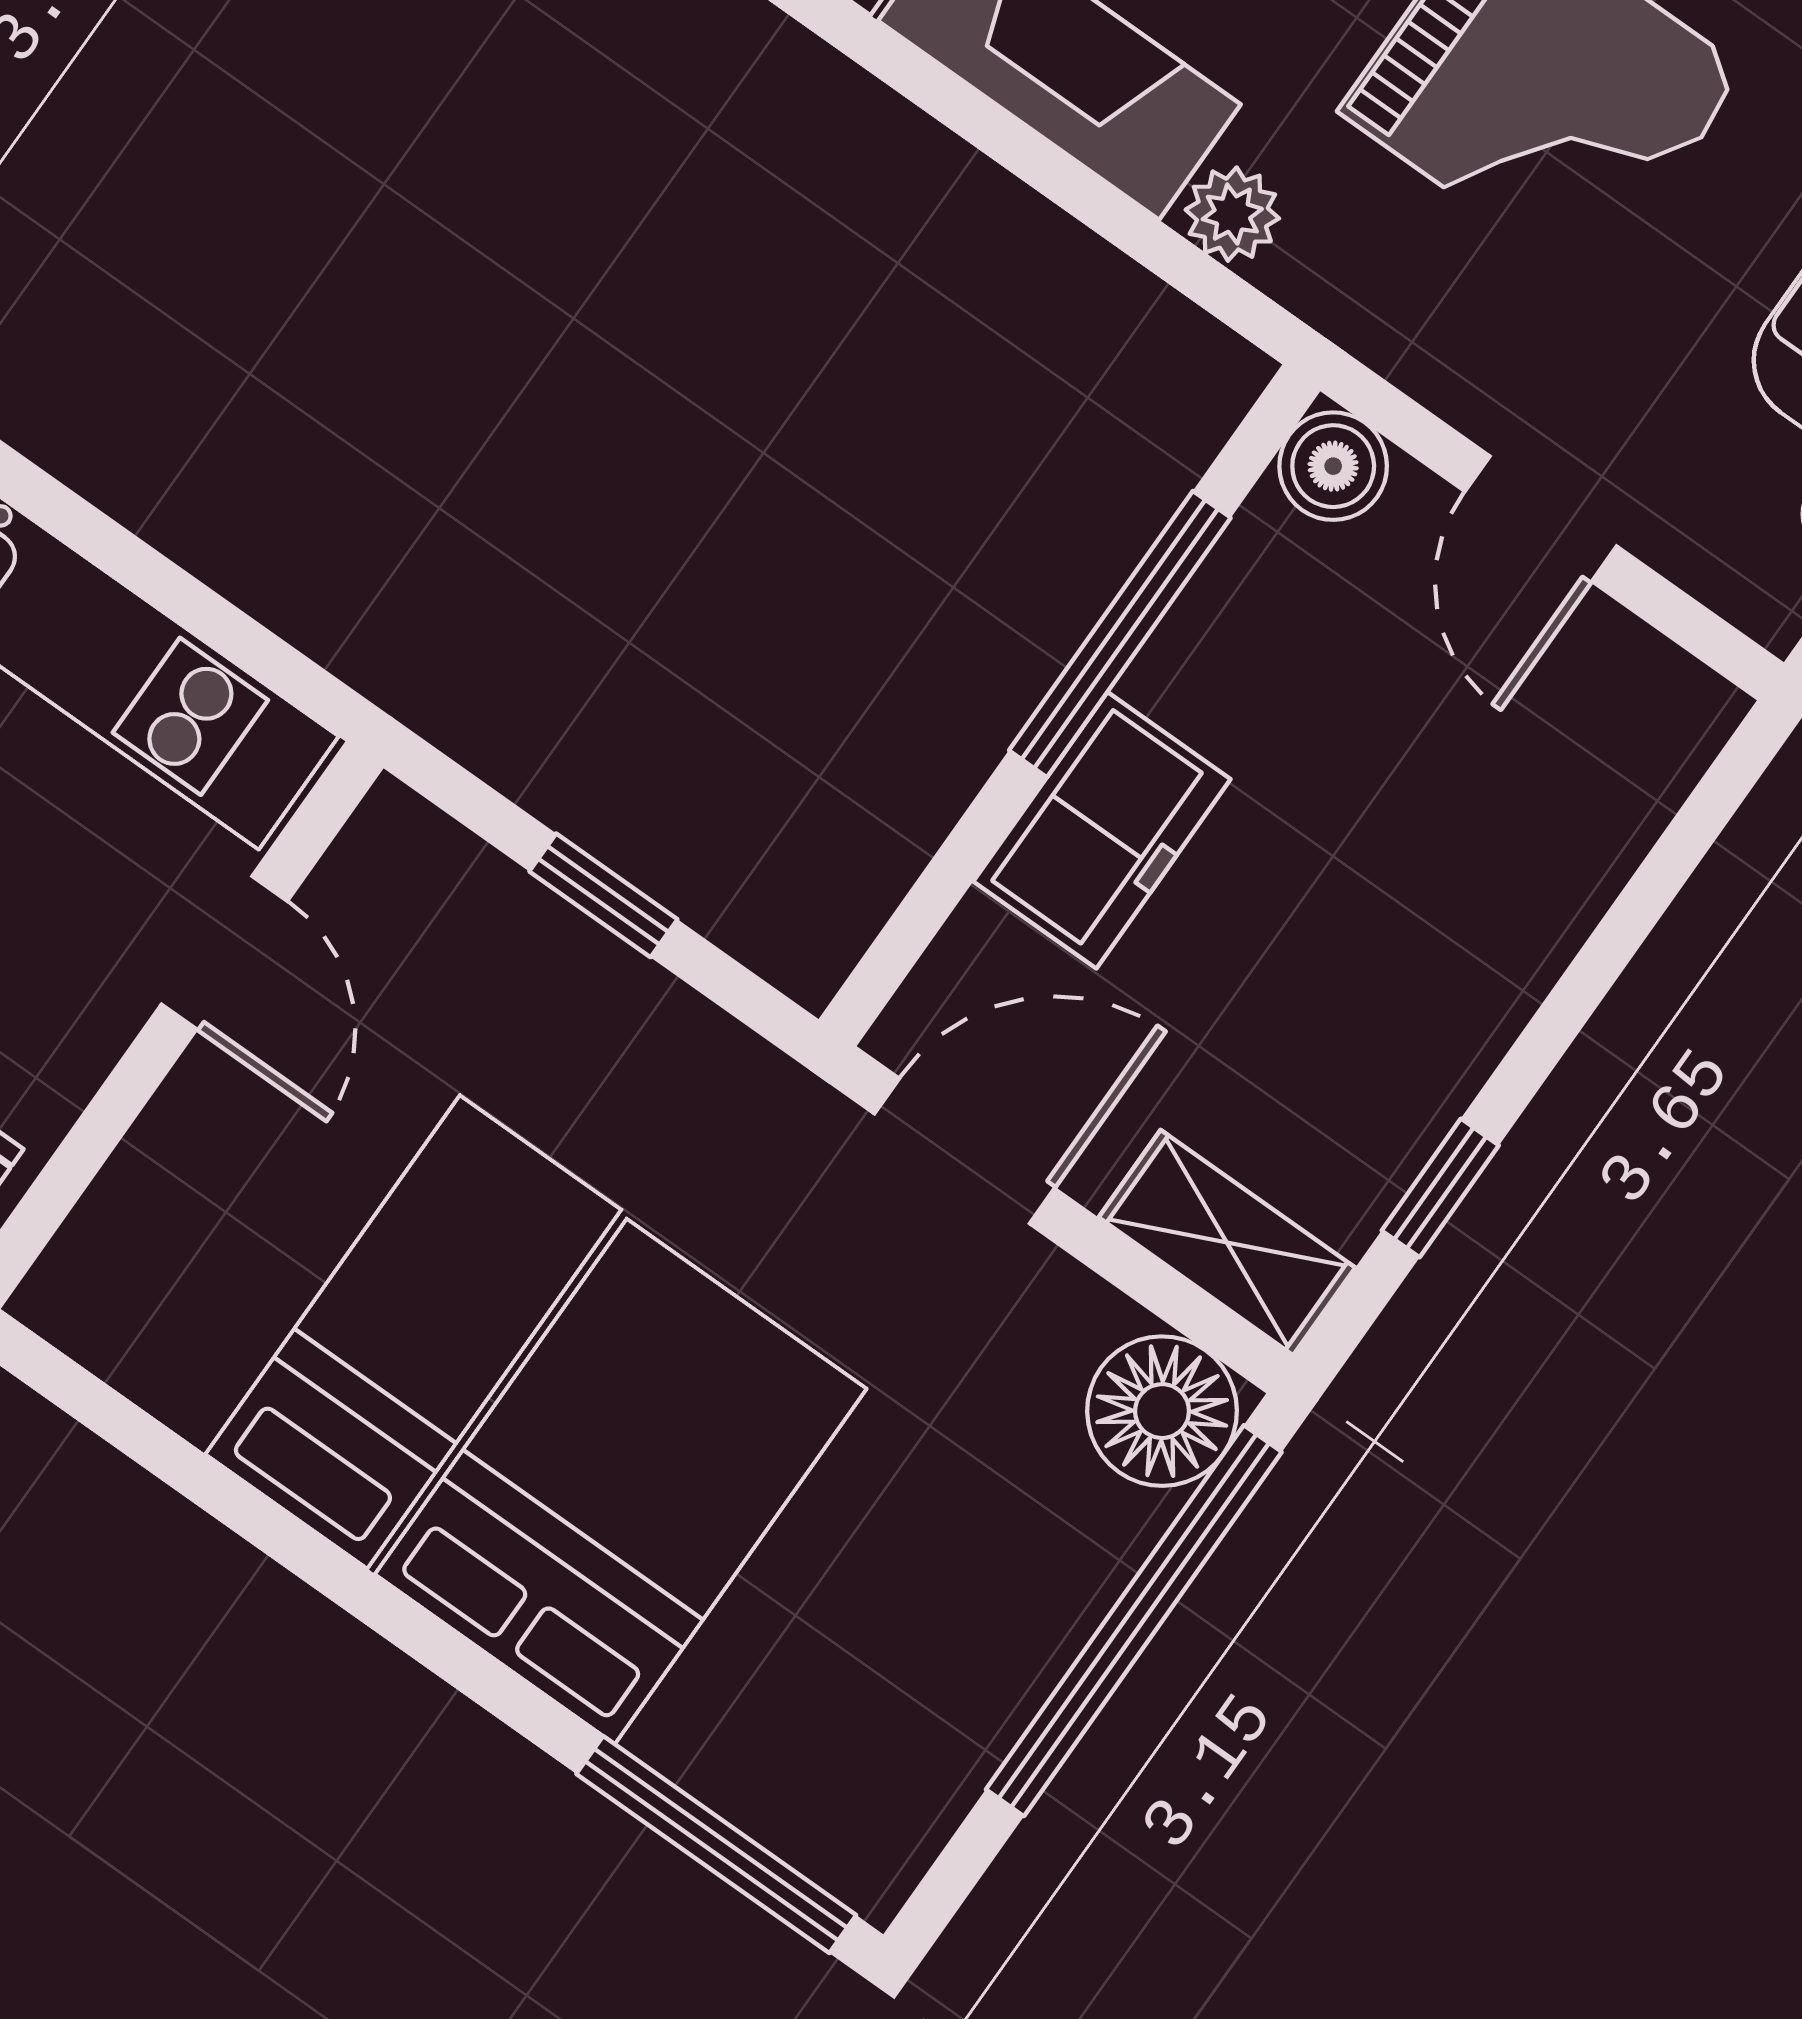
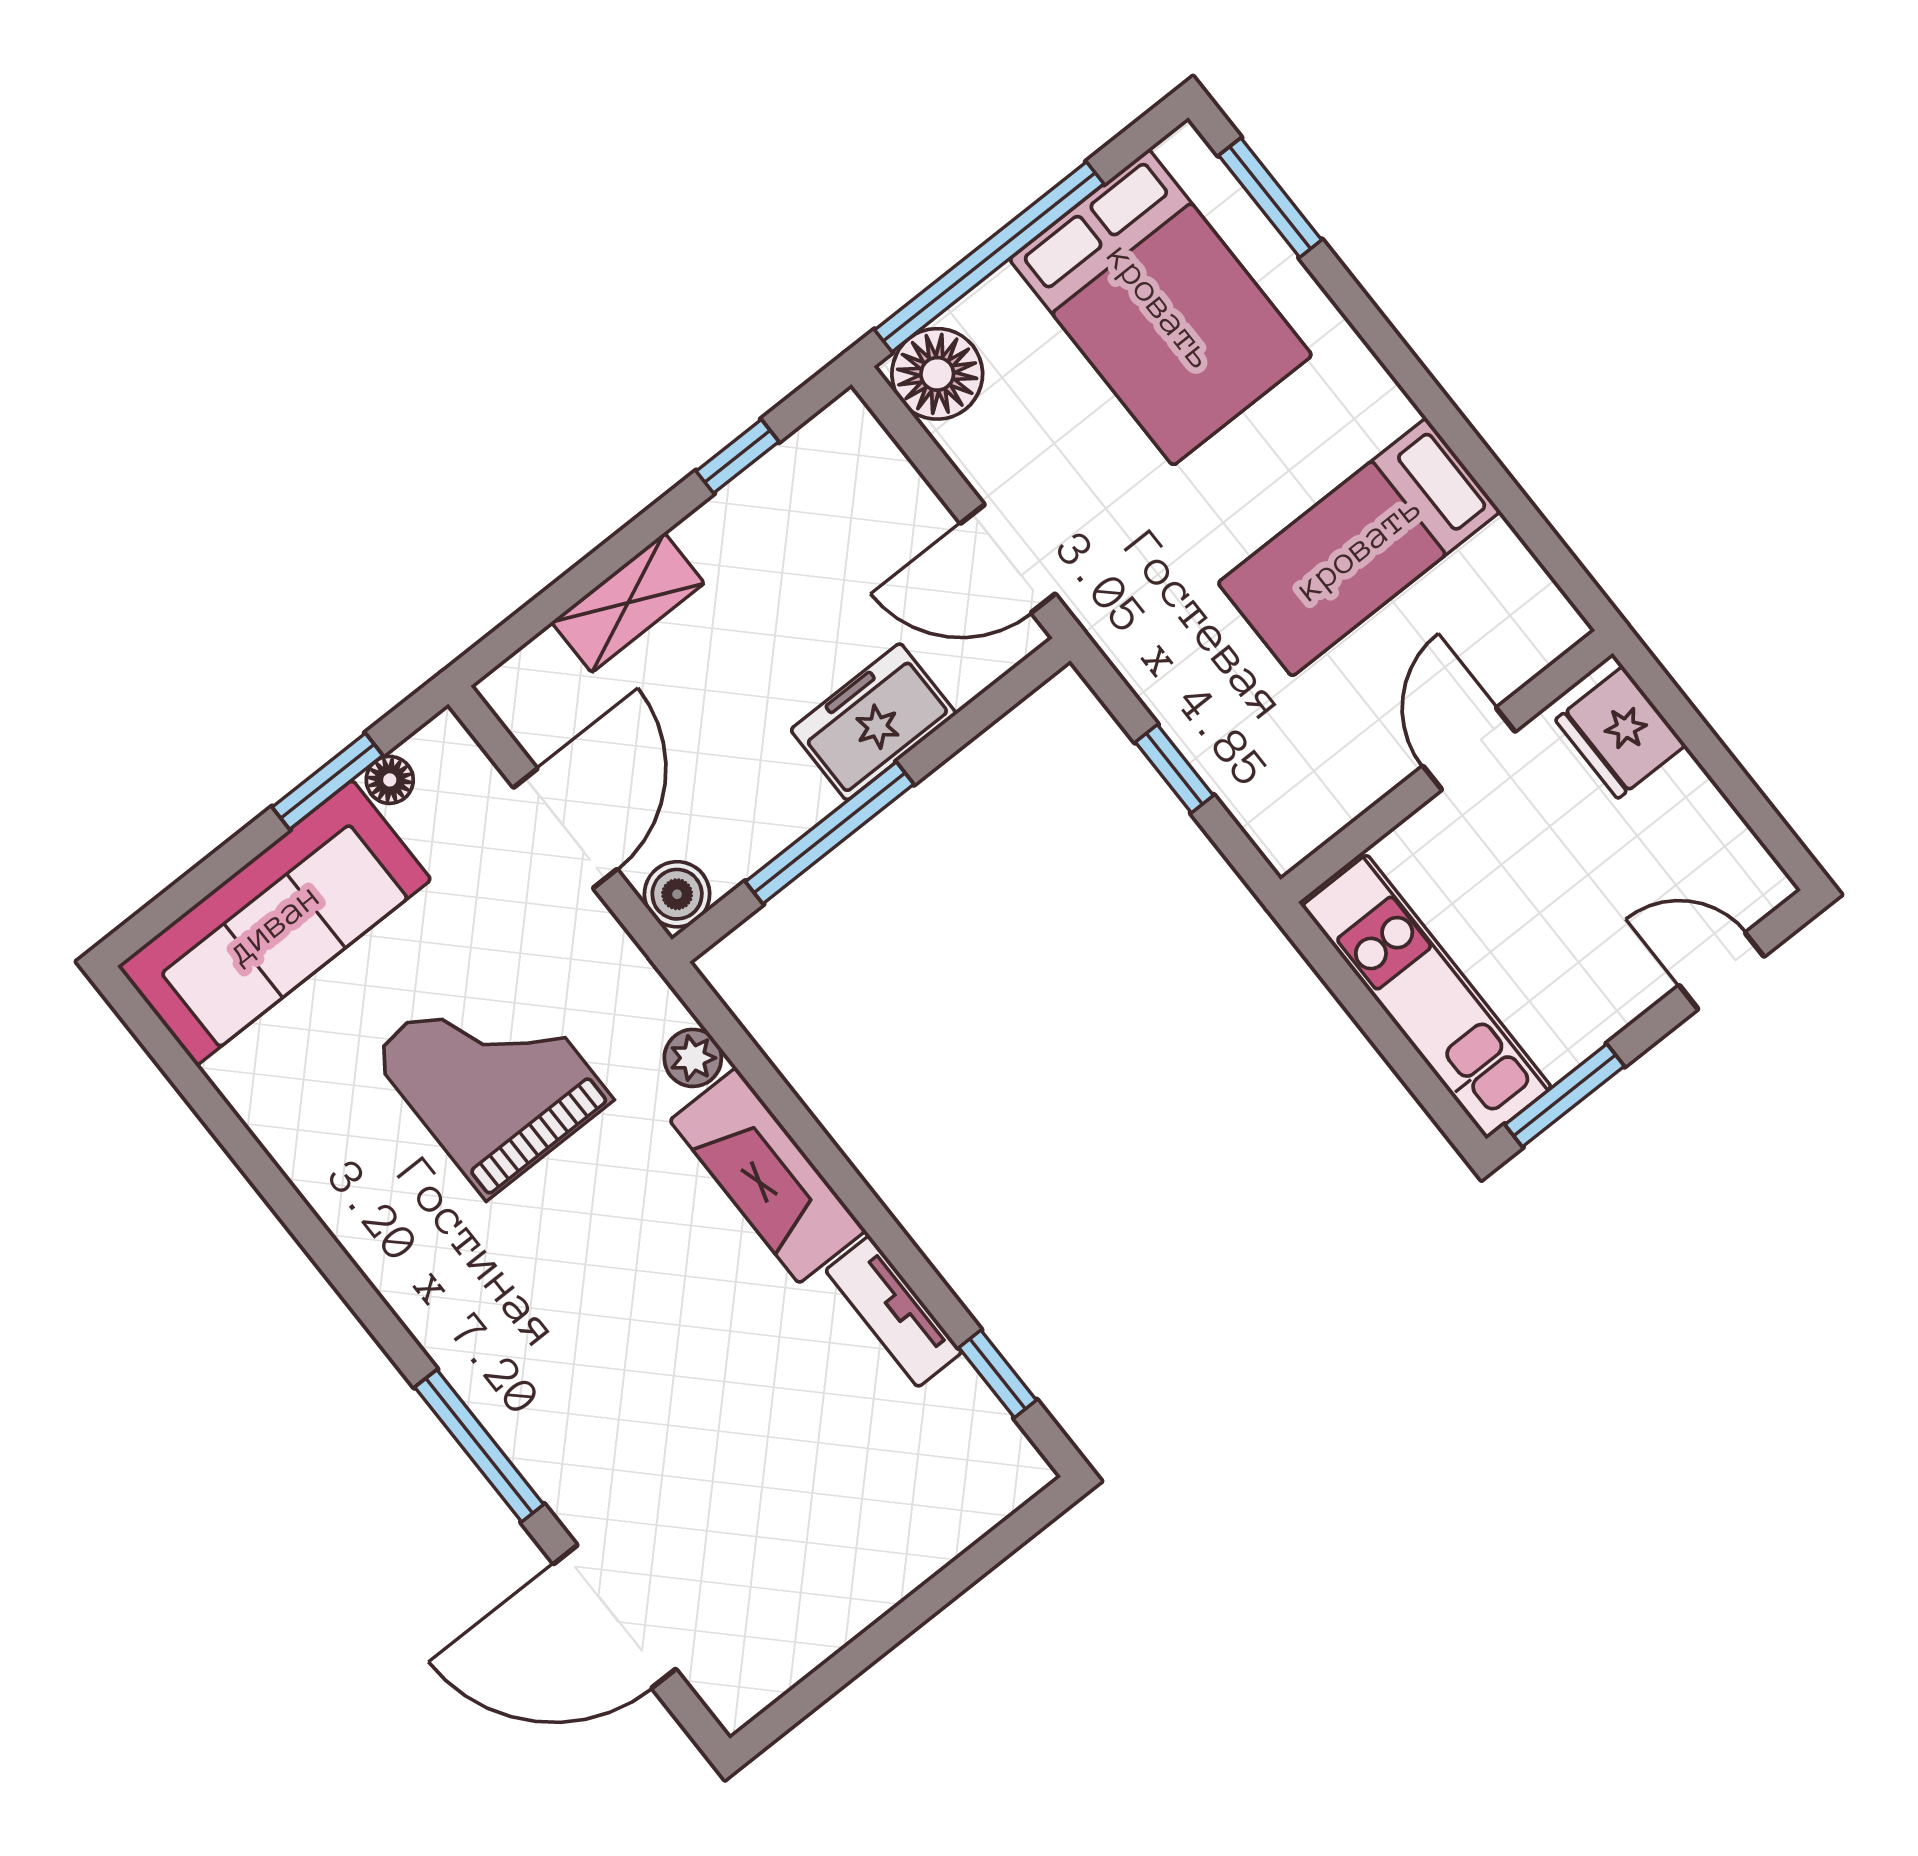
door: (1541, 519) -> (565, 828), width x1.38
door: (224, 953) -> (1469, 749), moved
shelving: (1227, 1243) -> (628, 603), moved, turned 90
bed: (621, 1481) -> (1161, 307), moved, turned -90
window: (716, 1845) -> (1270, 198), width x0.69

